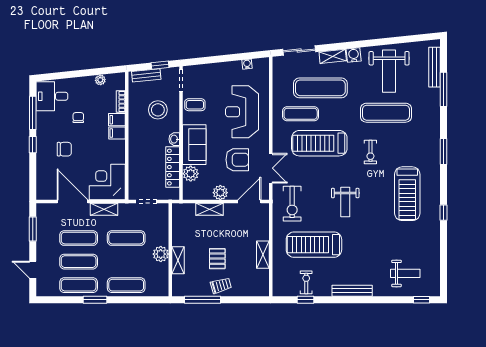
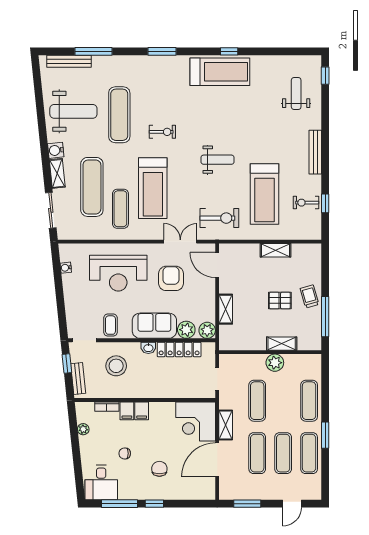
plant: (220, 193) -> (207, 330), moved
treadmill: (407, 194) -> (220, 72), moved

